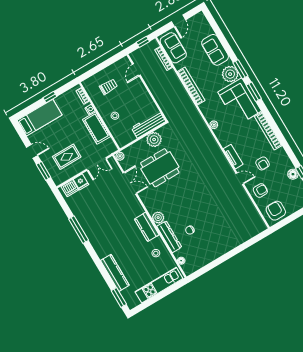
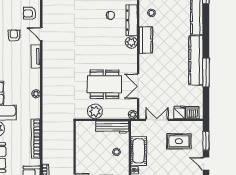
workbench: (148, 125) -> (112, 127), moved
kitchen counter: (93, 235) -> (196, 60), added

